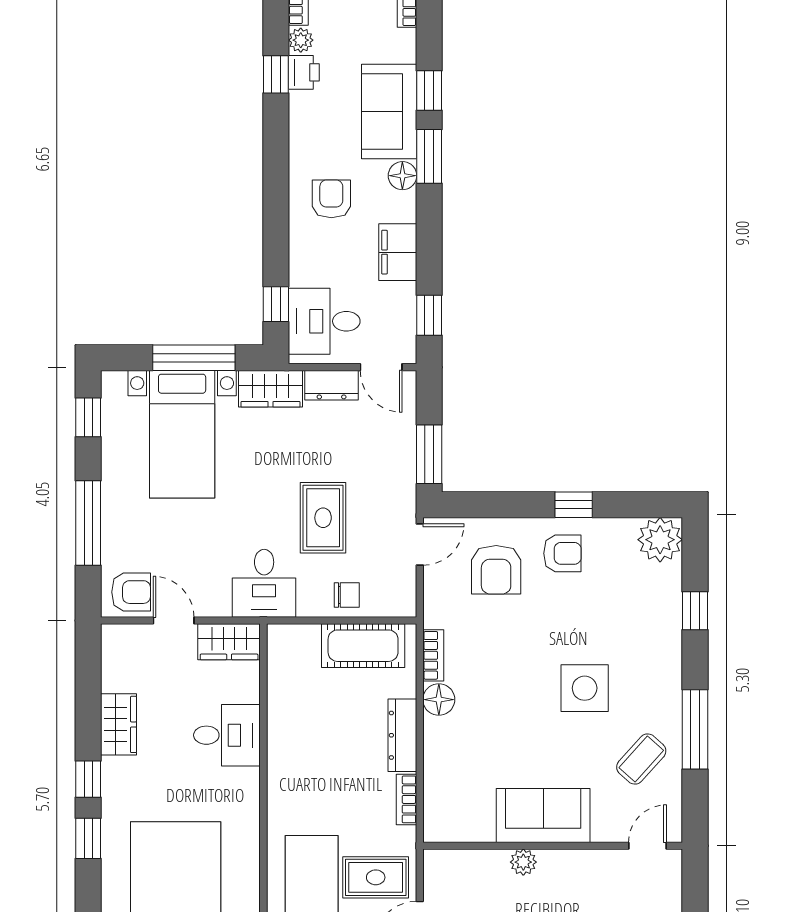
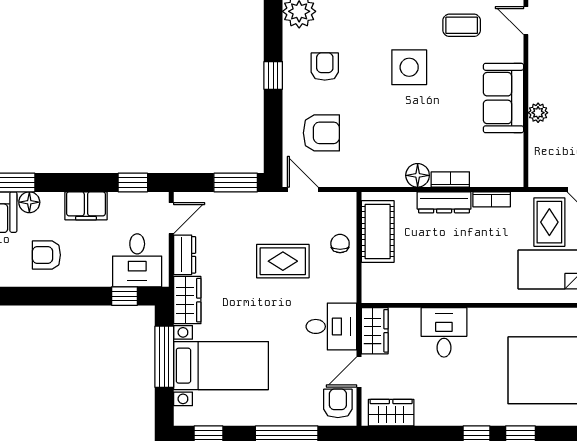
armchair: (562, 553) -> (325, 67), moved
desk: (264, 583) -> (331, 326), moved
bookcase: (433, 655) -> (450, 179), moved
wardrobe: (119, 724) -> (391, 413), moved
coffee table: (641, 759) -> (462, 25), turned -42

